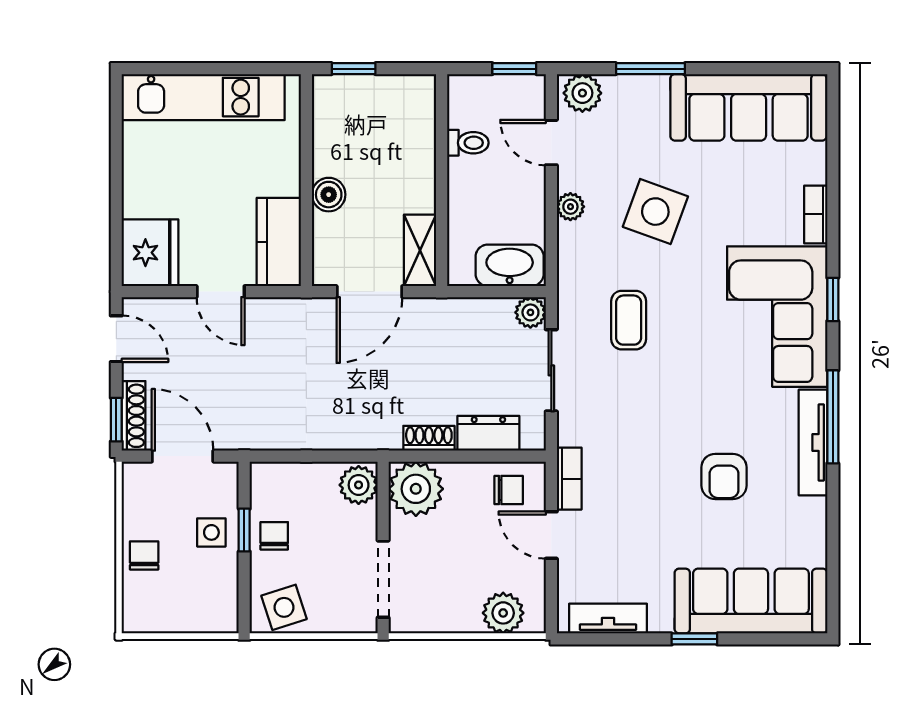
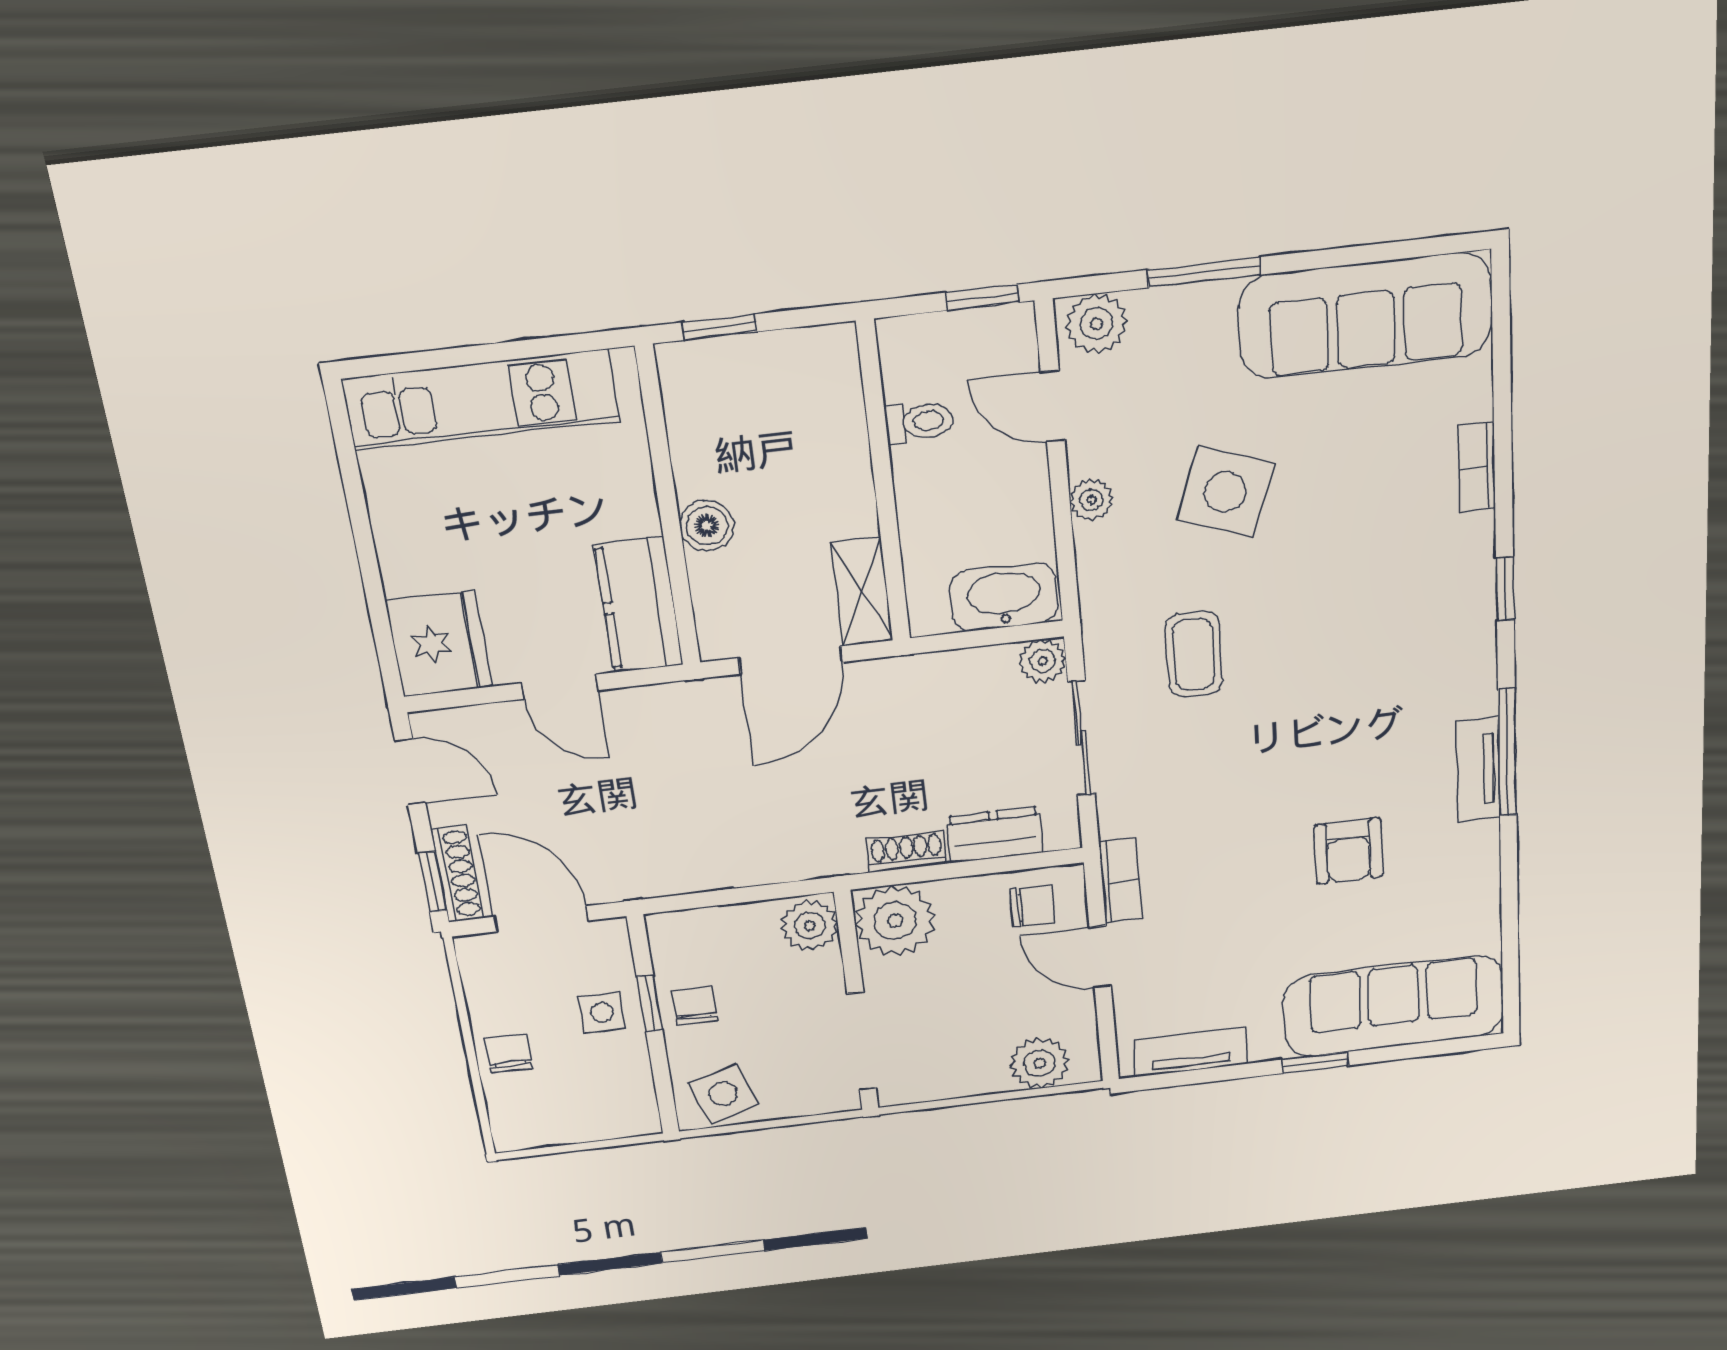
corner sofa: (777, 317) -> (1421, 623), removed
tv unit: (813, 442) -> (1478, 770), width x0.71

